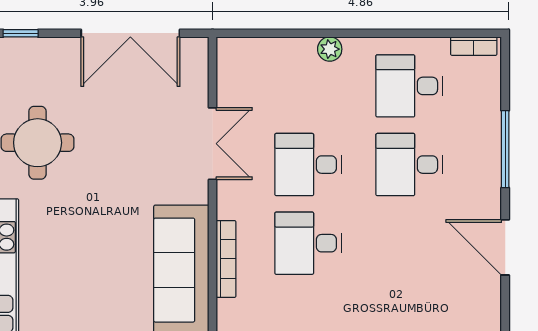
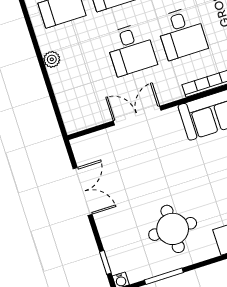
double door: (130, 33) -> (83, 191), width x0.73

